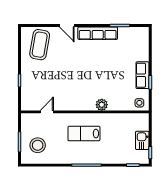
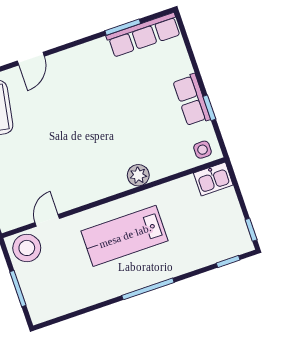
door: (67, 25) -> (31, 59), hinge flipped
row of seats: (98, 33) -> (144, 35), moved
lab bench: (84, 134) -> (125, 236), width x1.36, depth x1.39
kitchen sink: (142, 140) -> (213, 179), moved, turned -90
stool: (38, 145) -> (27, 248), moved

